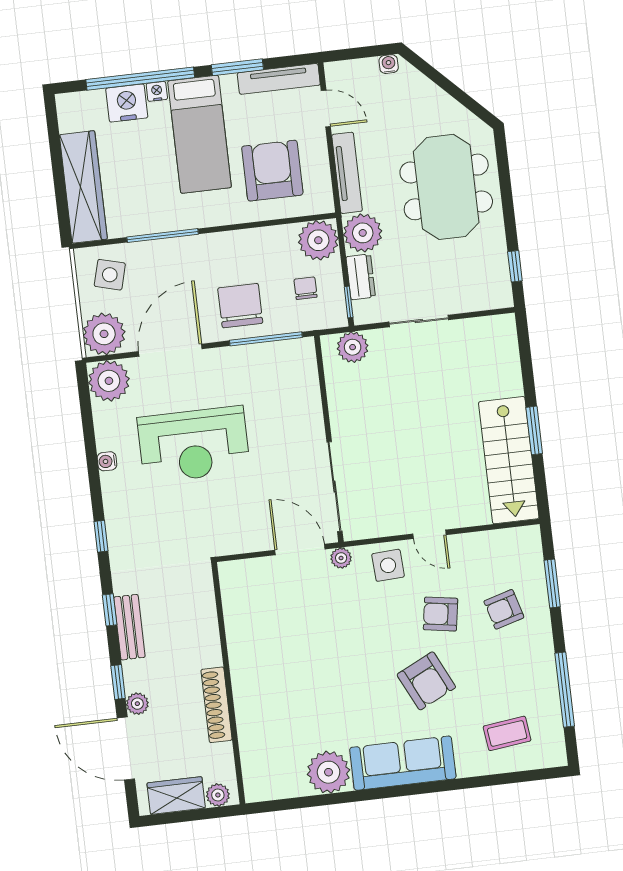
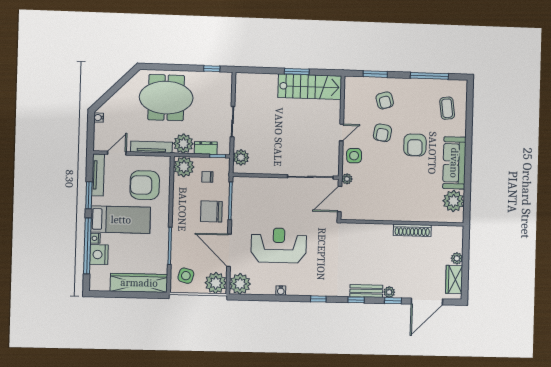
reception desk: (194, 445) -> (279, 245), turned -90
armchair: (426, 681) -> (415, 145), turned 116
wall: (228, 683) -> (402, 223), moved
plant: (137, 704) -> (389, 292), moved
shoe rack: (217, 705) -> (412, 230), moved

